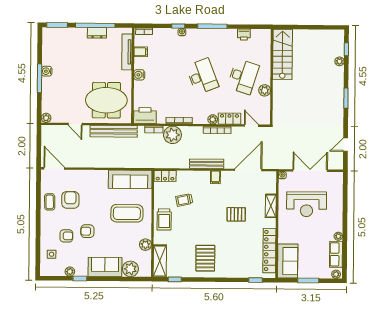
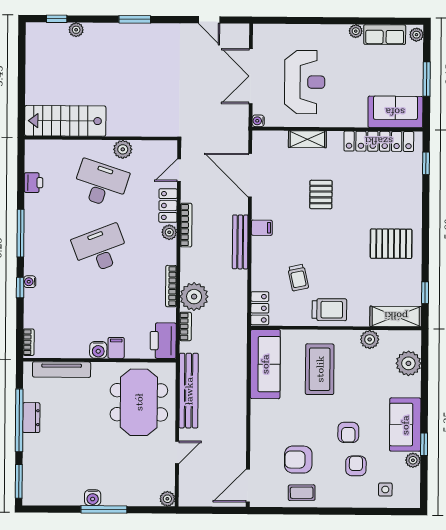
filing cabinet: (141, 52) -> (116, 348), moved
sofa: (105, 267) -> (405, 425), moved

